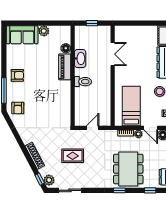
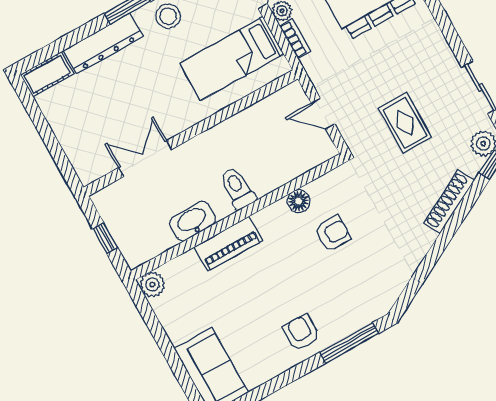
plant: (44, 31) -> (152, 284), moved
floor lamp: (66, 48) -> (299, 201), moved
armchair: (18, 108) -> (333, 233), moved

